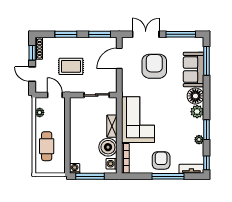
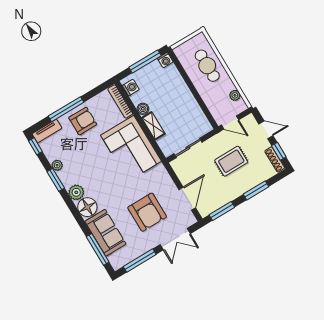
boiler: (108, 147) -> (143, 109), width x0.54, depth x0.54
armchair: (161, 160) -> (83, 121), turned -90

